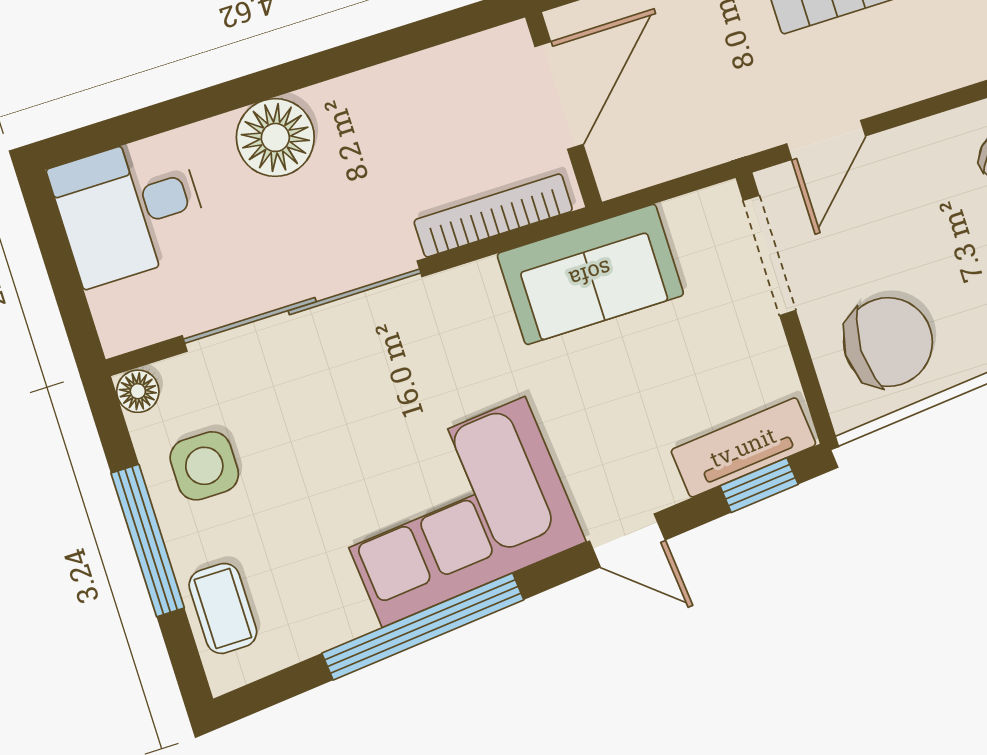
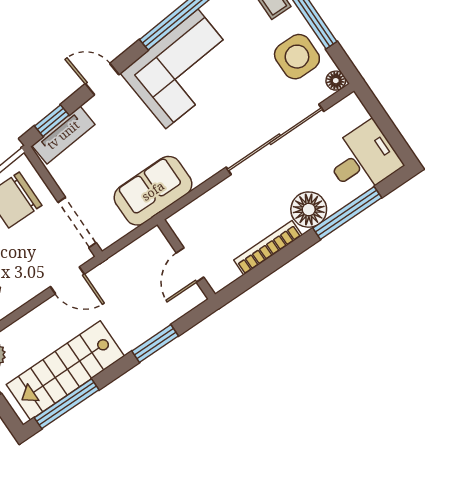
door: (559, 95) -> (190, 265), width x0.73
window: (197, 106) -> (347, 213), added
door: (826, 140) -> (67, 280), swing flipped
bookcase: (493, 215) -> (268, 248), moved, turned 180
side table: (204, 466) -> (297, 57), width x1.37, depth x1.37

